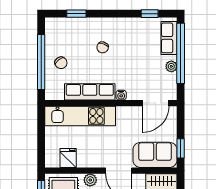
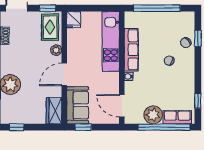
chair: (61, 63) -> (186, 43), moved
plant: (171, 66) -> (153, 115), width x1.88, depth x1.88
fridge: (68, 158) -> (74, 20), moved, turned 90

